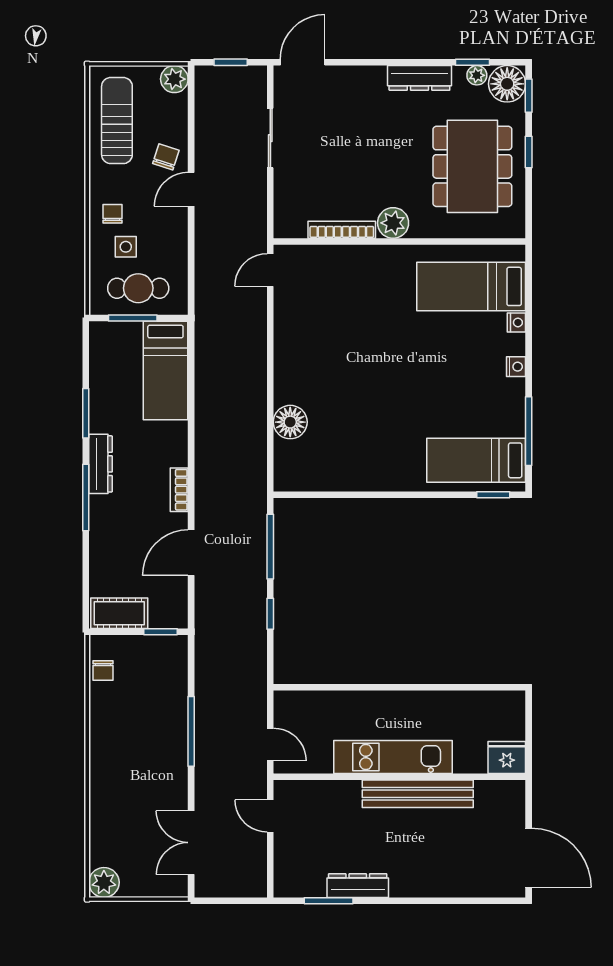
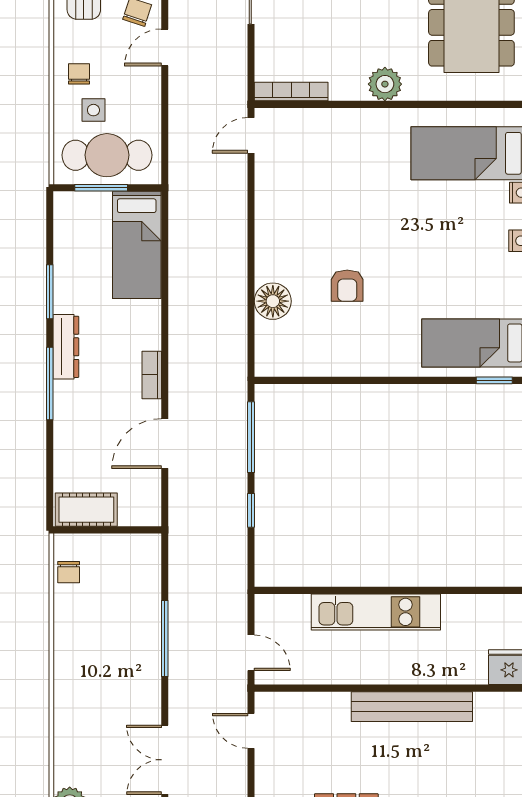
bookcase: (342, 230) -> (291, 92), moved
cafe table: (138, 288) -> (107, 155), width x1.37, depth x1.35
armchair: (358, 408) -> (347, 286), added
window: (161, 632) -> (131, 530), removed
kitchen unit: (393, 757) -> (376, 612), moved, turned 180

